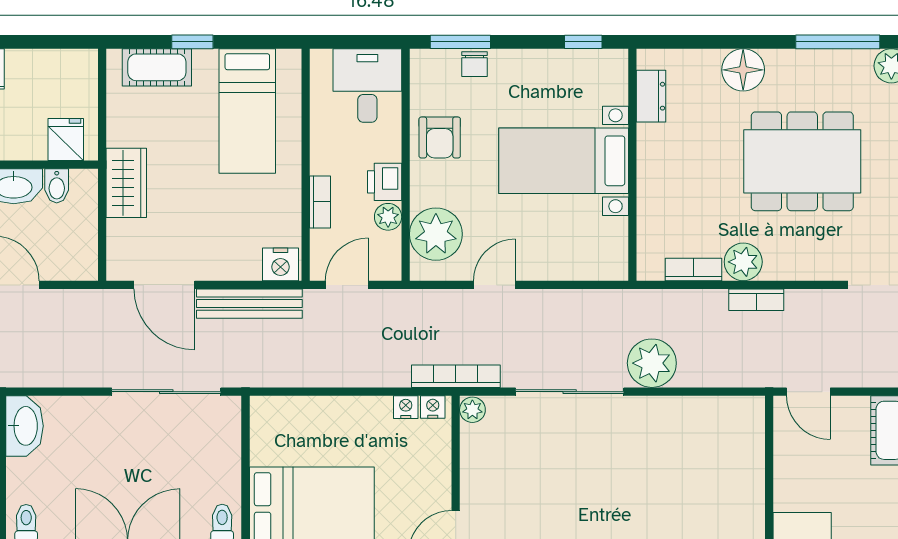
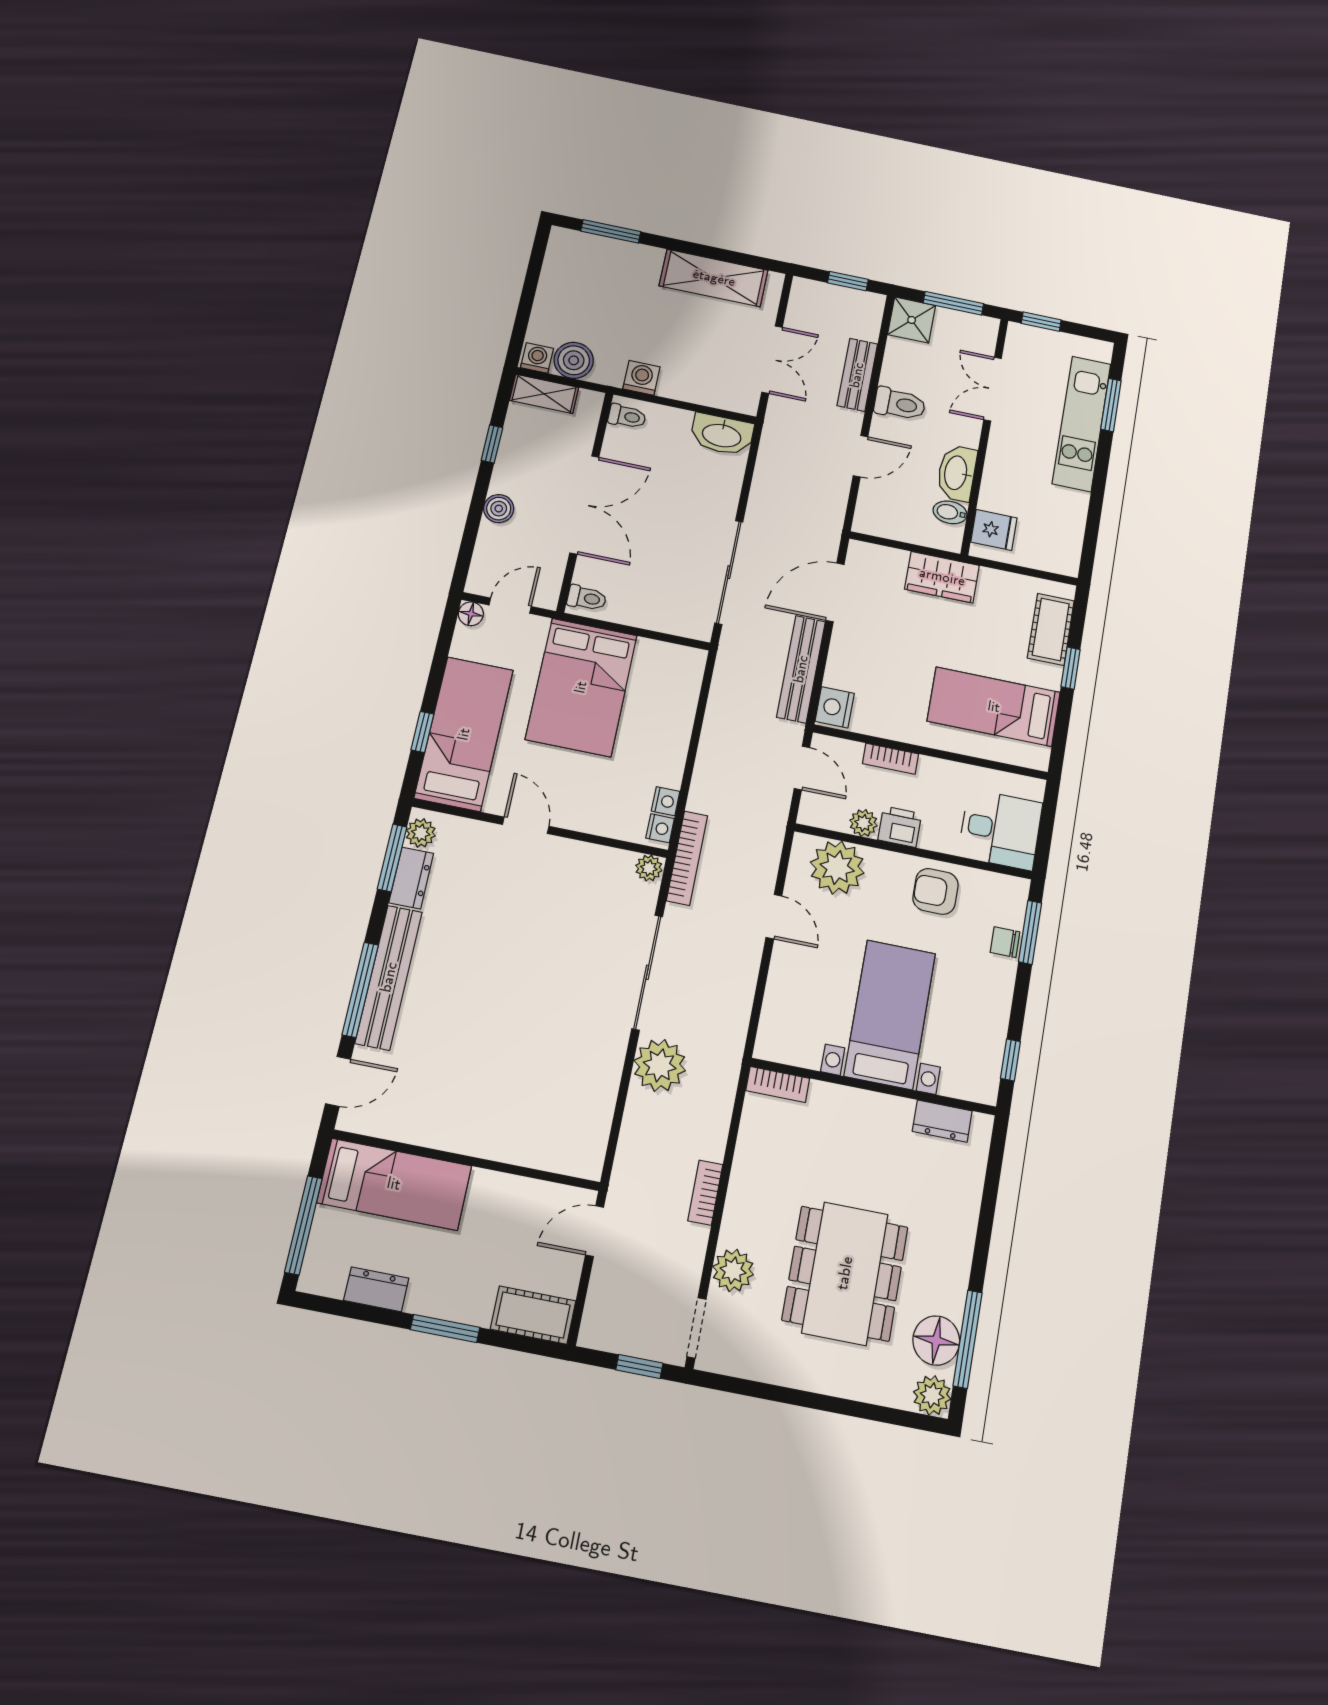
floor lamp: (743, 70) -> (936, 1341), moved
plant: (743, 262) -> (733, 1270), moved
bookcase: (693, 269) -> (778, 1084), moved, turned 90

